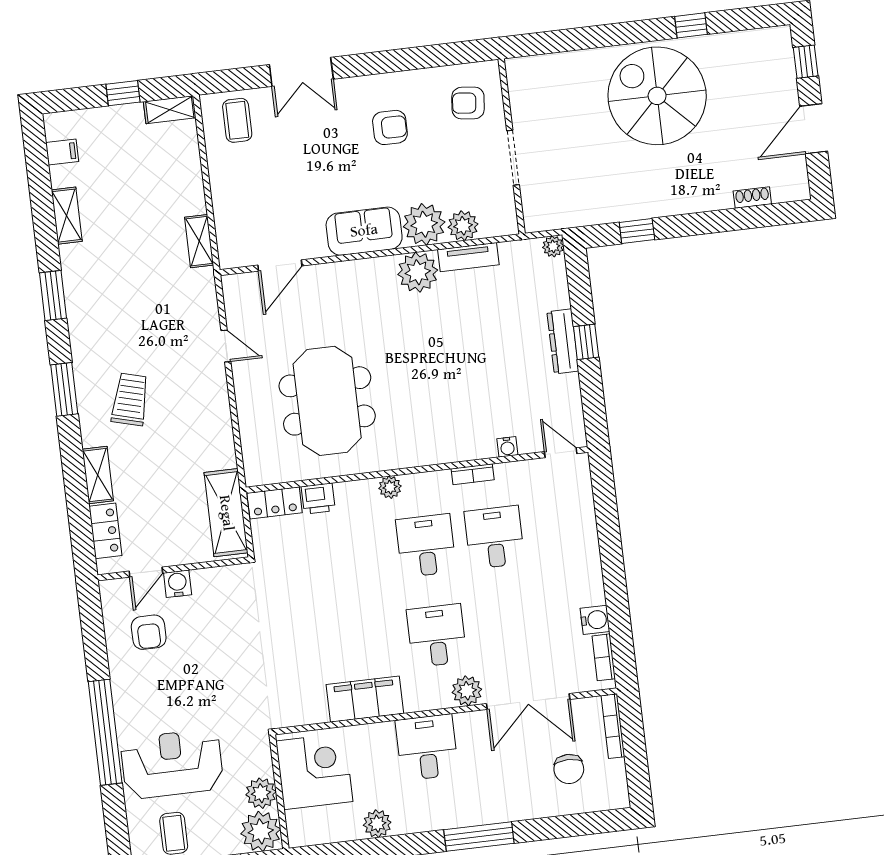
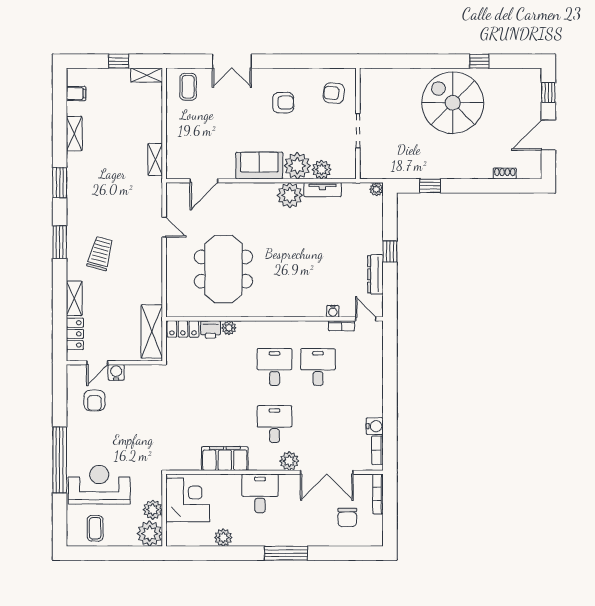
dresser: (563, 341) -> (375, 274), moved
bookcase: (473, 474) -> (341, 326), moved
plant: (390, 487) -> (229, 328), moved

